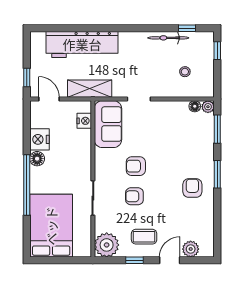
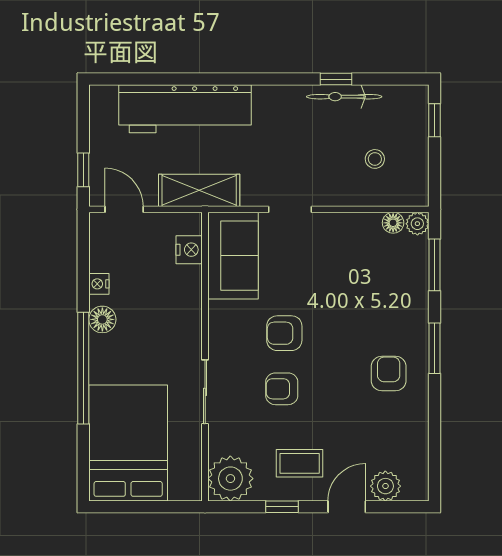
window: (187, 28) -> (336, 79), moved
nightstand: (39, 139) -> (99, 284), width x0.53, depth x0.56

